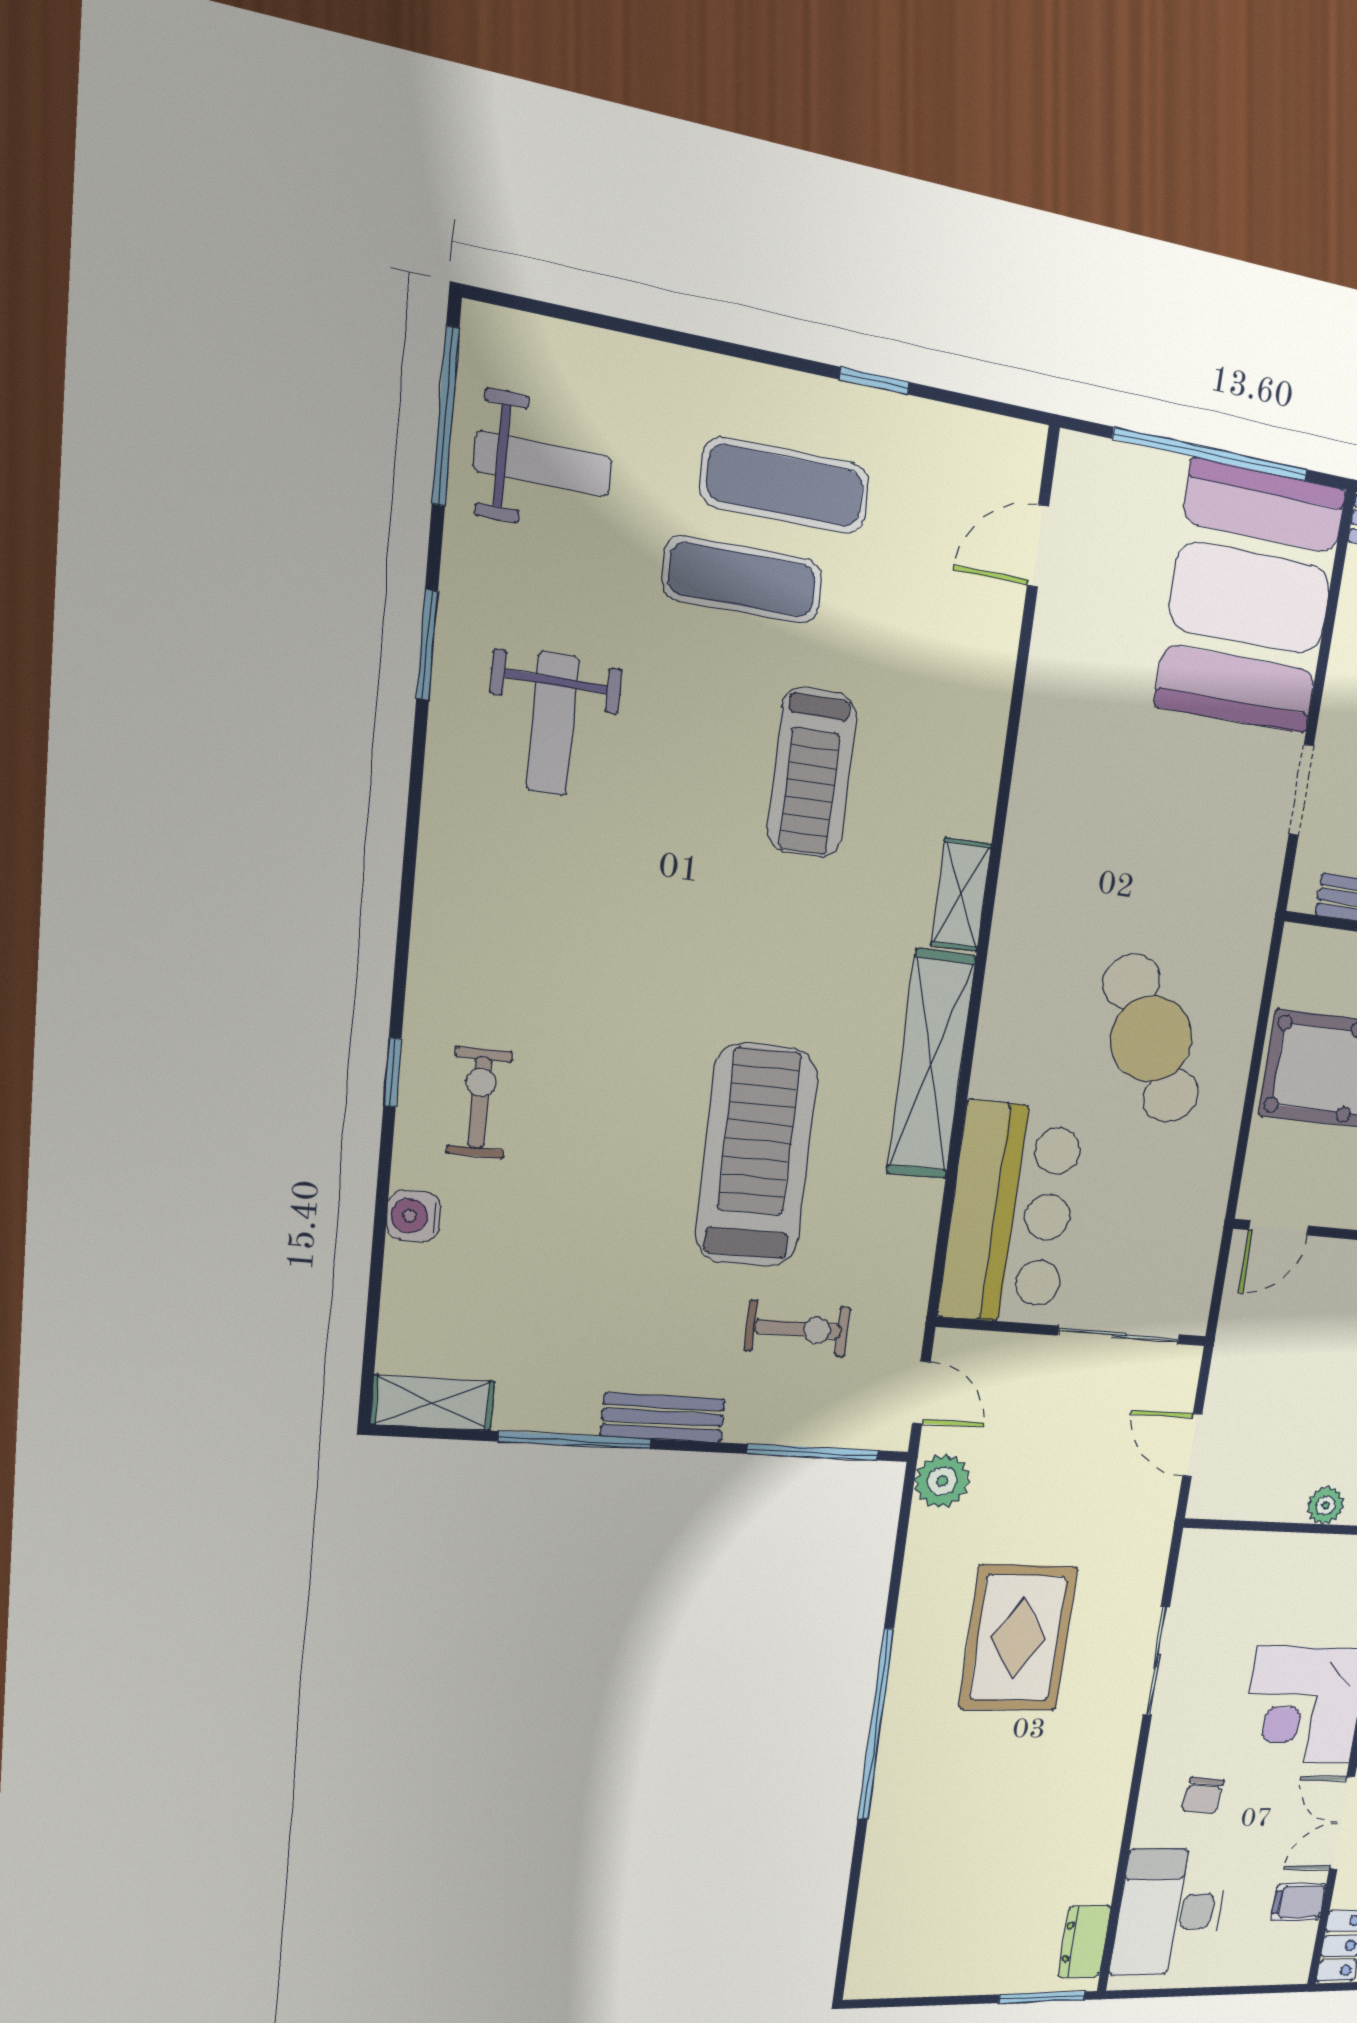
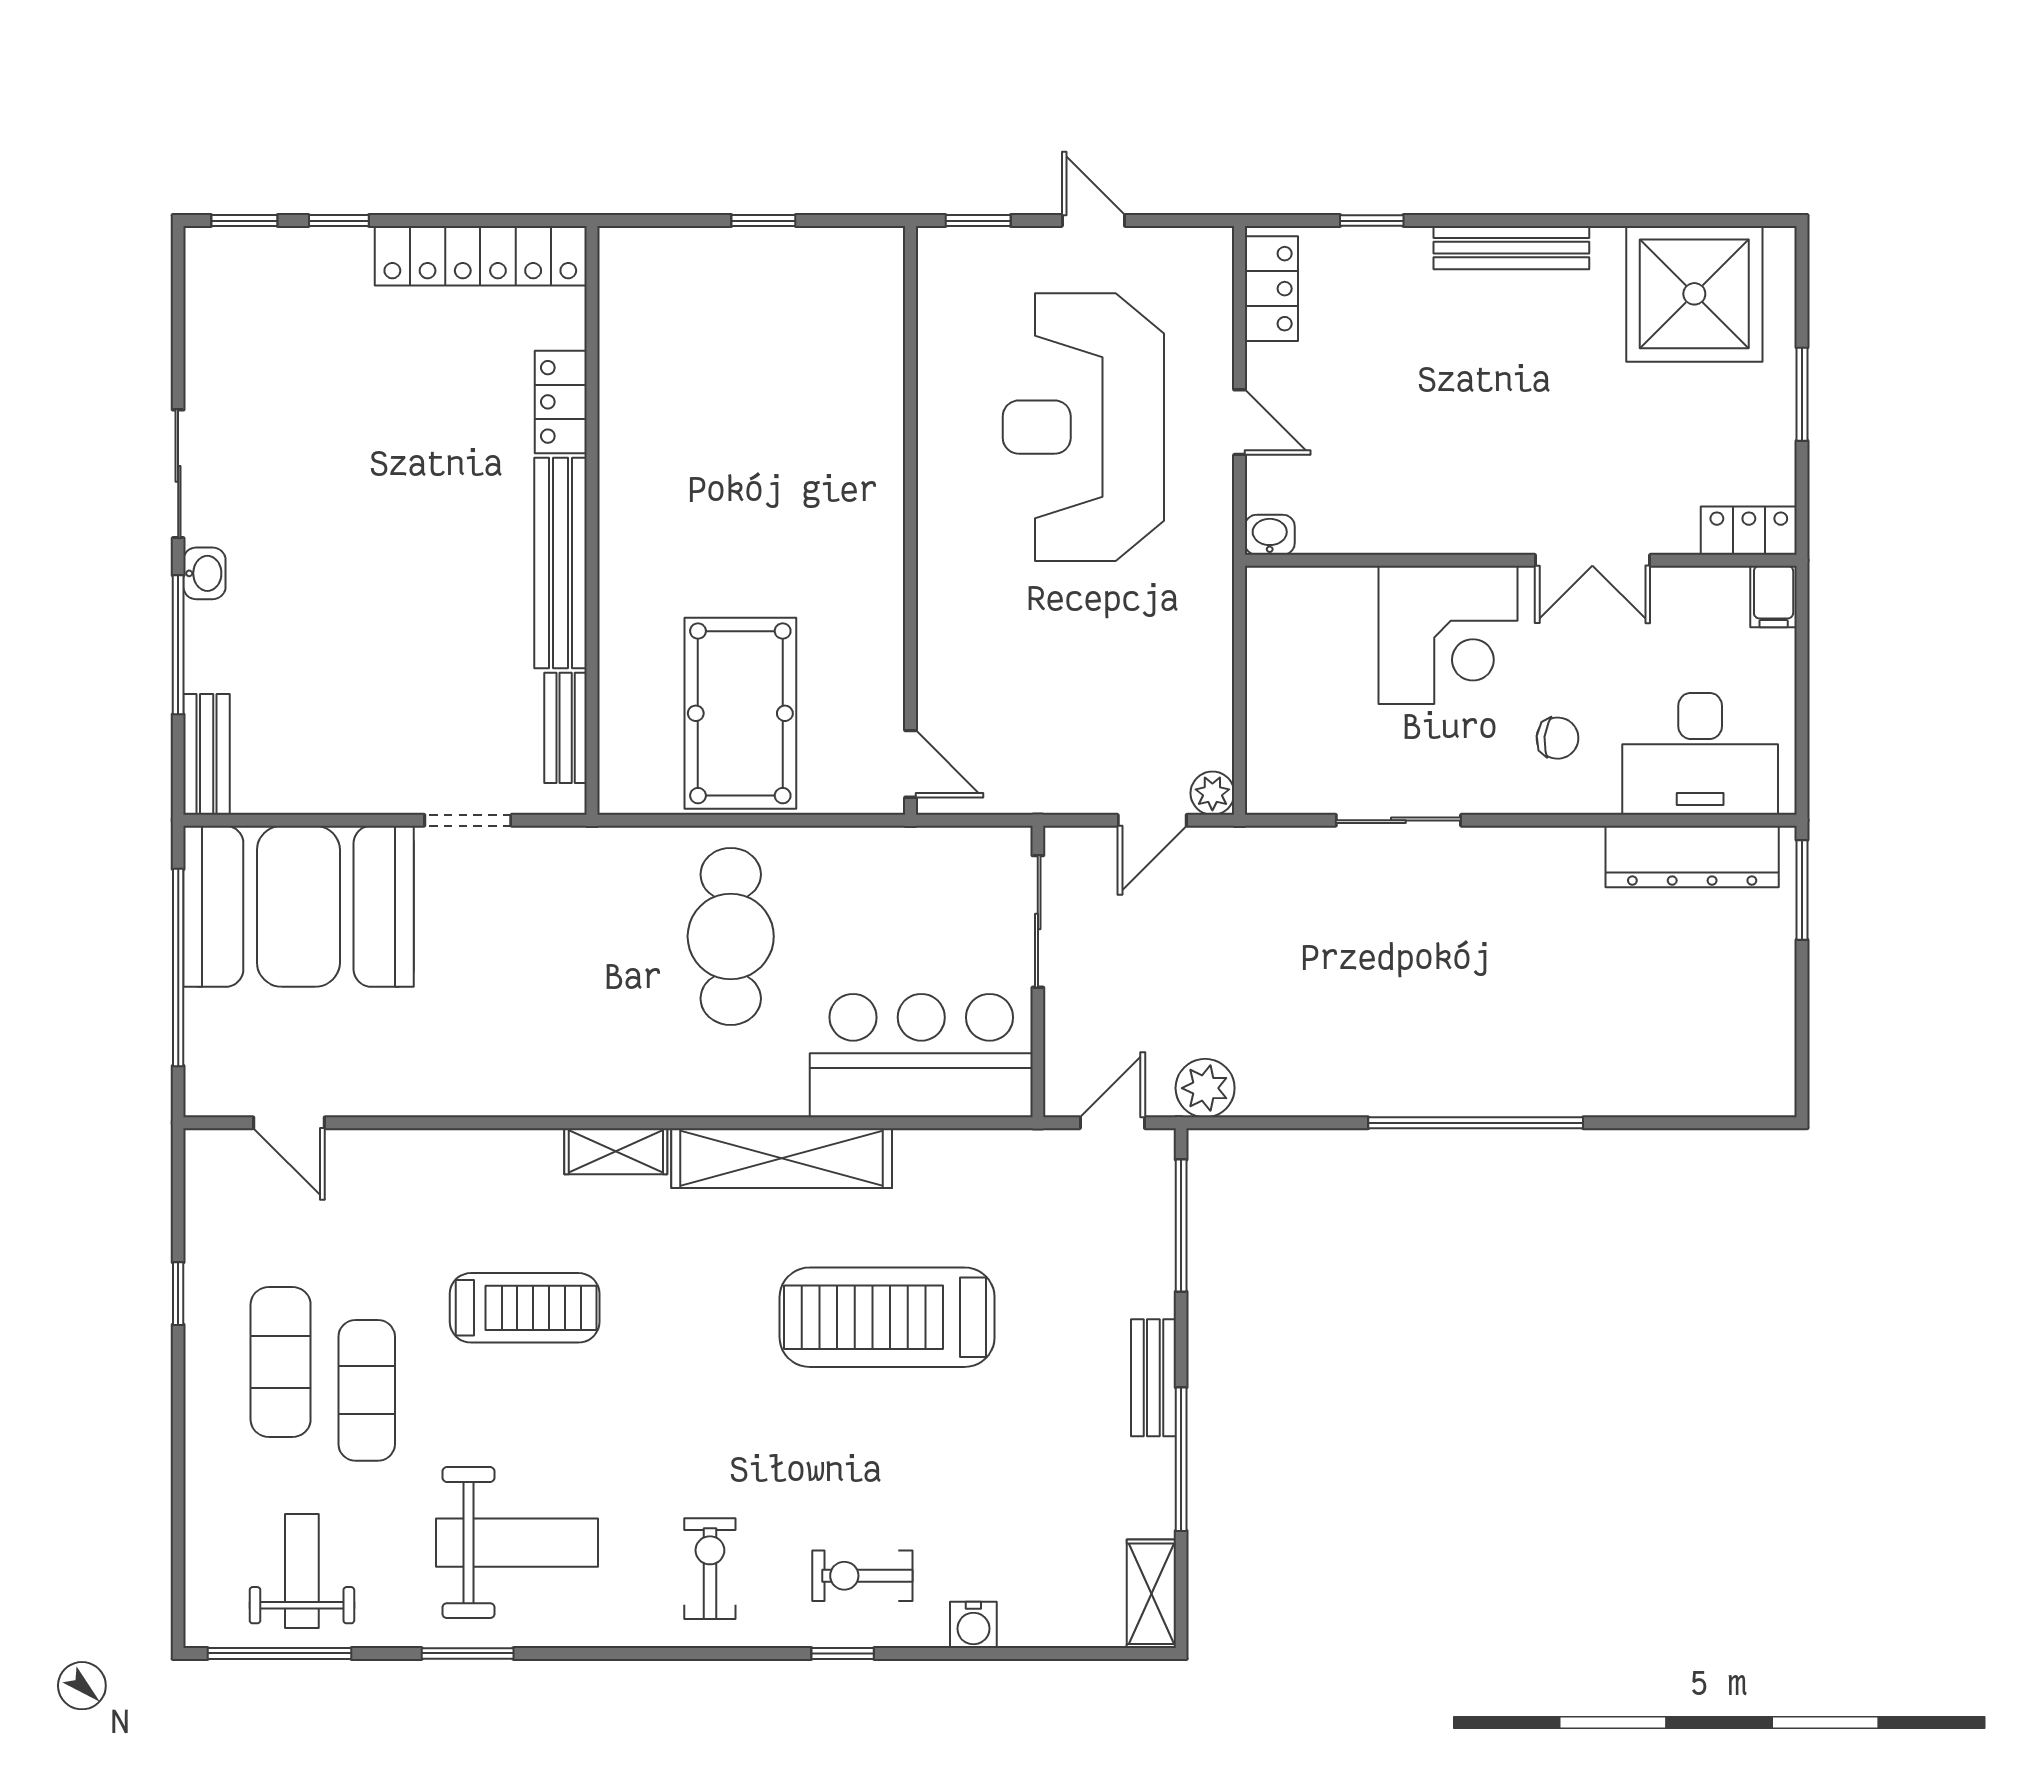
weight bench: (553, 724) -> (517, 1543), width x1.36, depth x1.33
cafe table: (1151, 1039) -> (731, 936), turned -61
exercise bike: (798, 1329) -> (710, 1569), moved
plant: (1326, 1505) -> (1212, 793), moved
rug: (1018, 1638) -> (1375, 981), removed
filing cabinet: (1298, 1902) -> (1774, 596), moved
dresser: (1084, 1942) -> (1692, 856), width x1.96, depth x1.24

